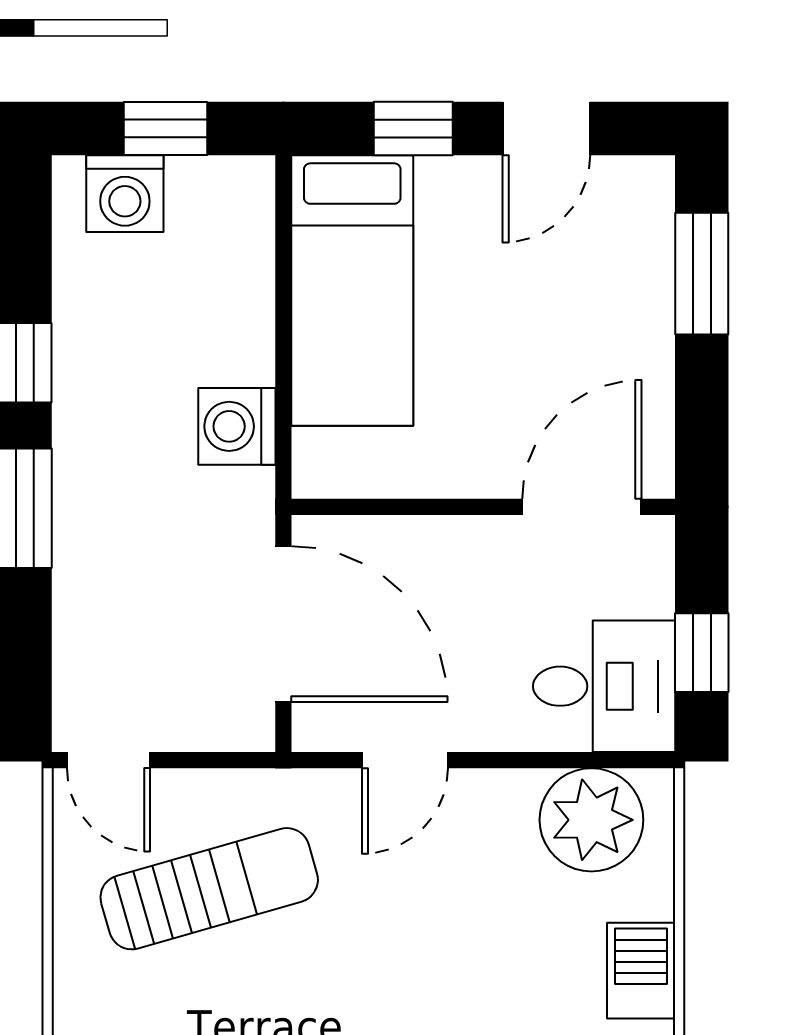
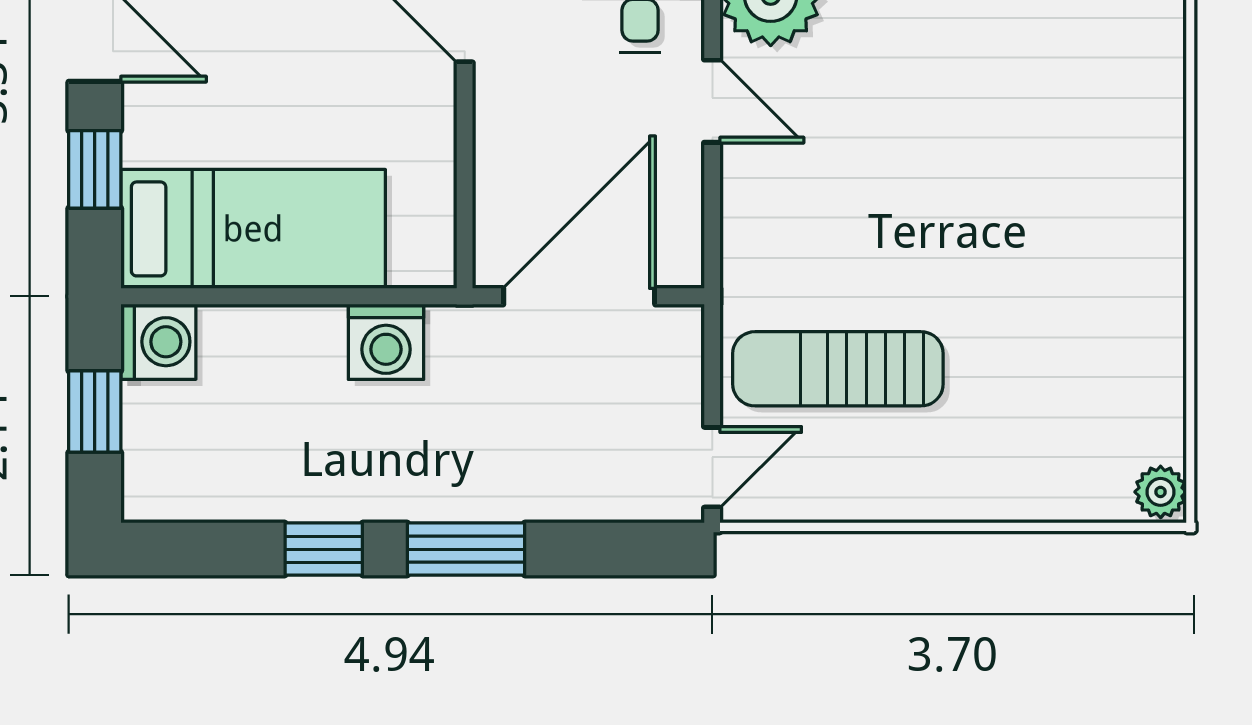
washing machine: (125, 194) -> (158, 342), moved
door: (405, 760) -> (712, 101), moved
sun lounger: (209, 889) -> (838, 369), turned -74

